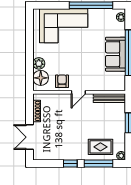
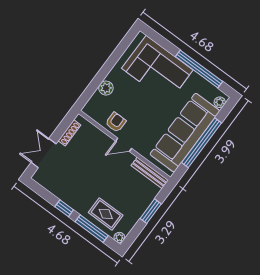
sofa: (116, 54) -> (185, 133), width x1.85, depth x1.27
floor lamp: (41, 78) -> (97, 103), removed

